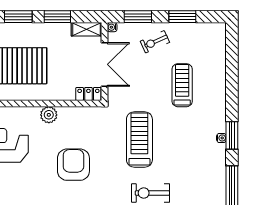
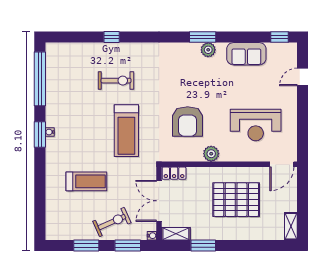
window: (18, 17) -> (240, 245), removed
exercise bike: (155, 42) -> (112, 222), width x1.38, depth x1.39
treadmill: (182, 85) -> (86, 181), turned -90
armchair: (73, 165) -> (188, 121), moved

